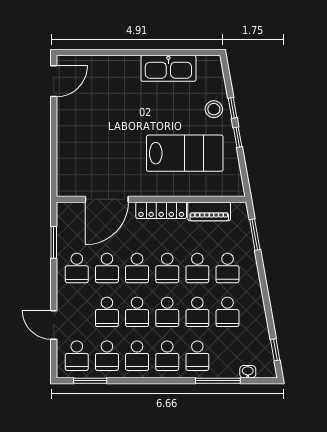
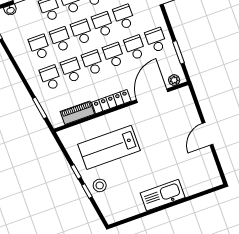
kitchen sink: (168, 68) -> (163, 195), moved
door: (54, 81) -> (208, 134), moved
plant: (72, 209) -> (174, 80), added

